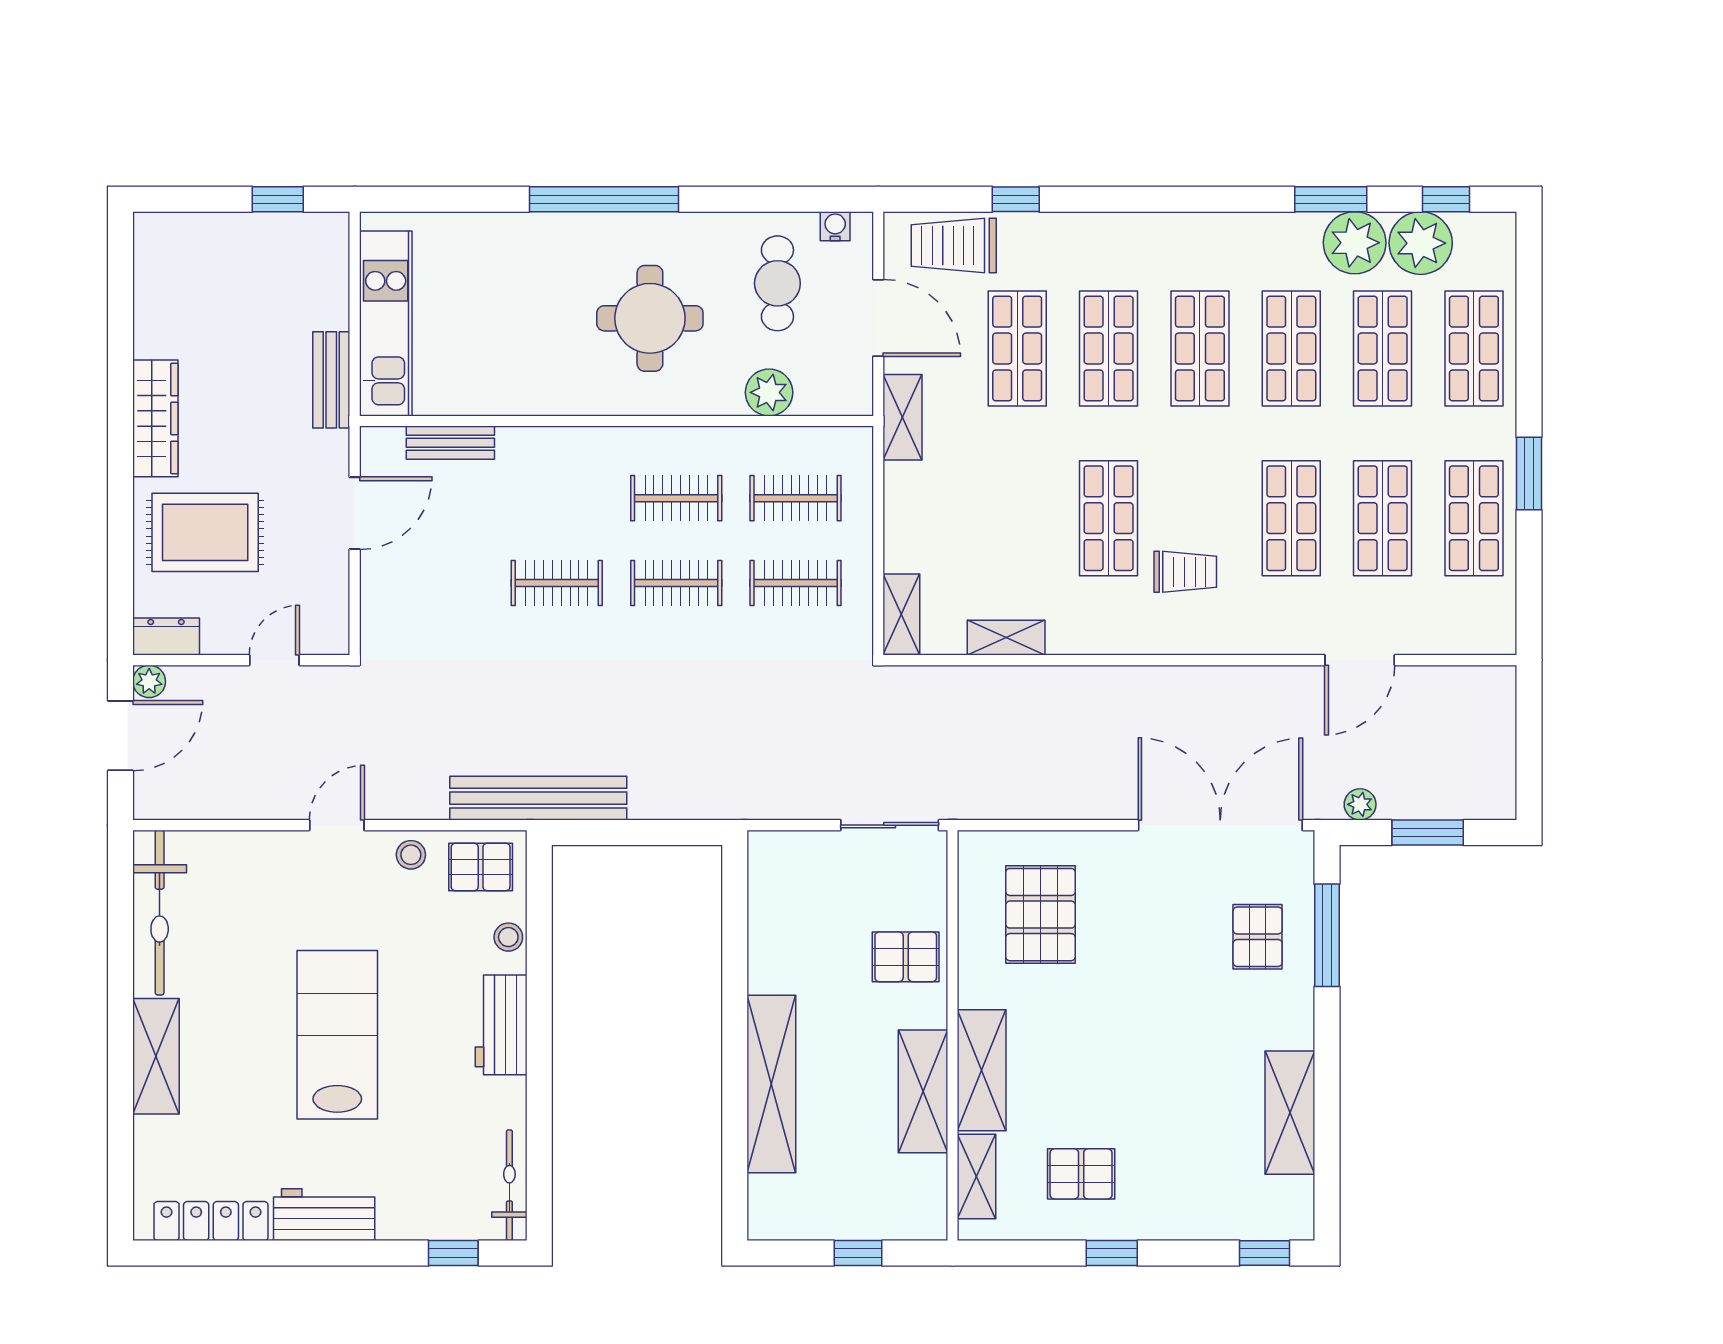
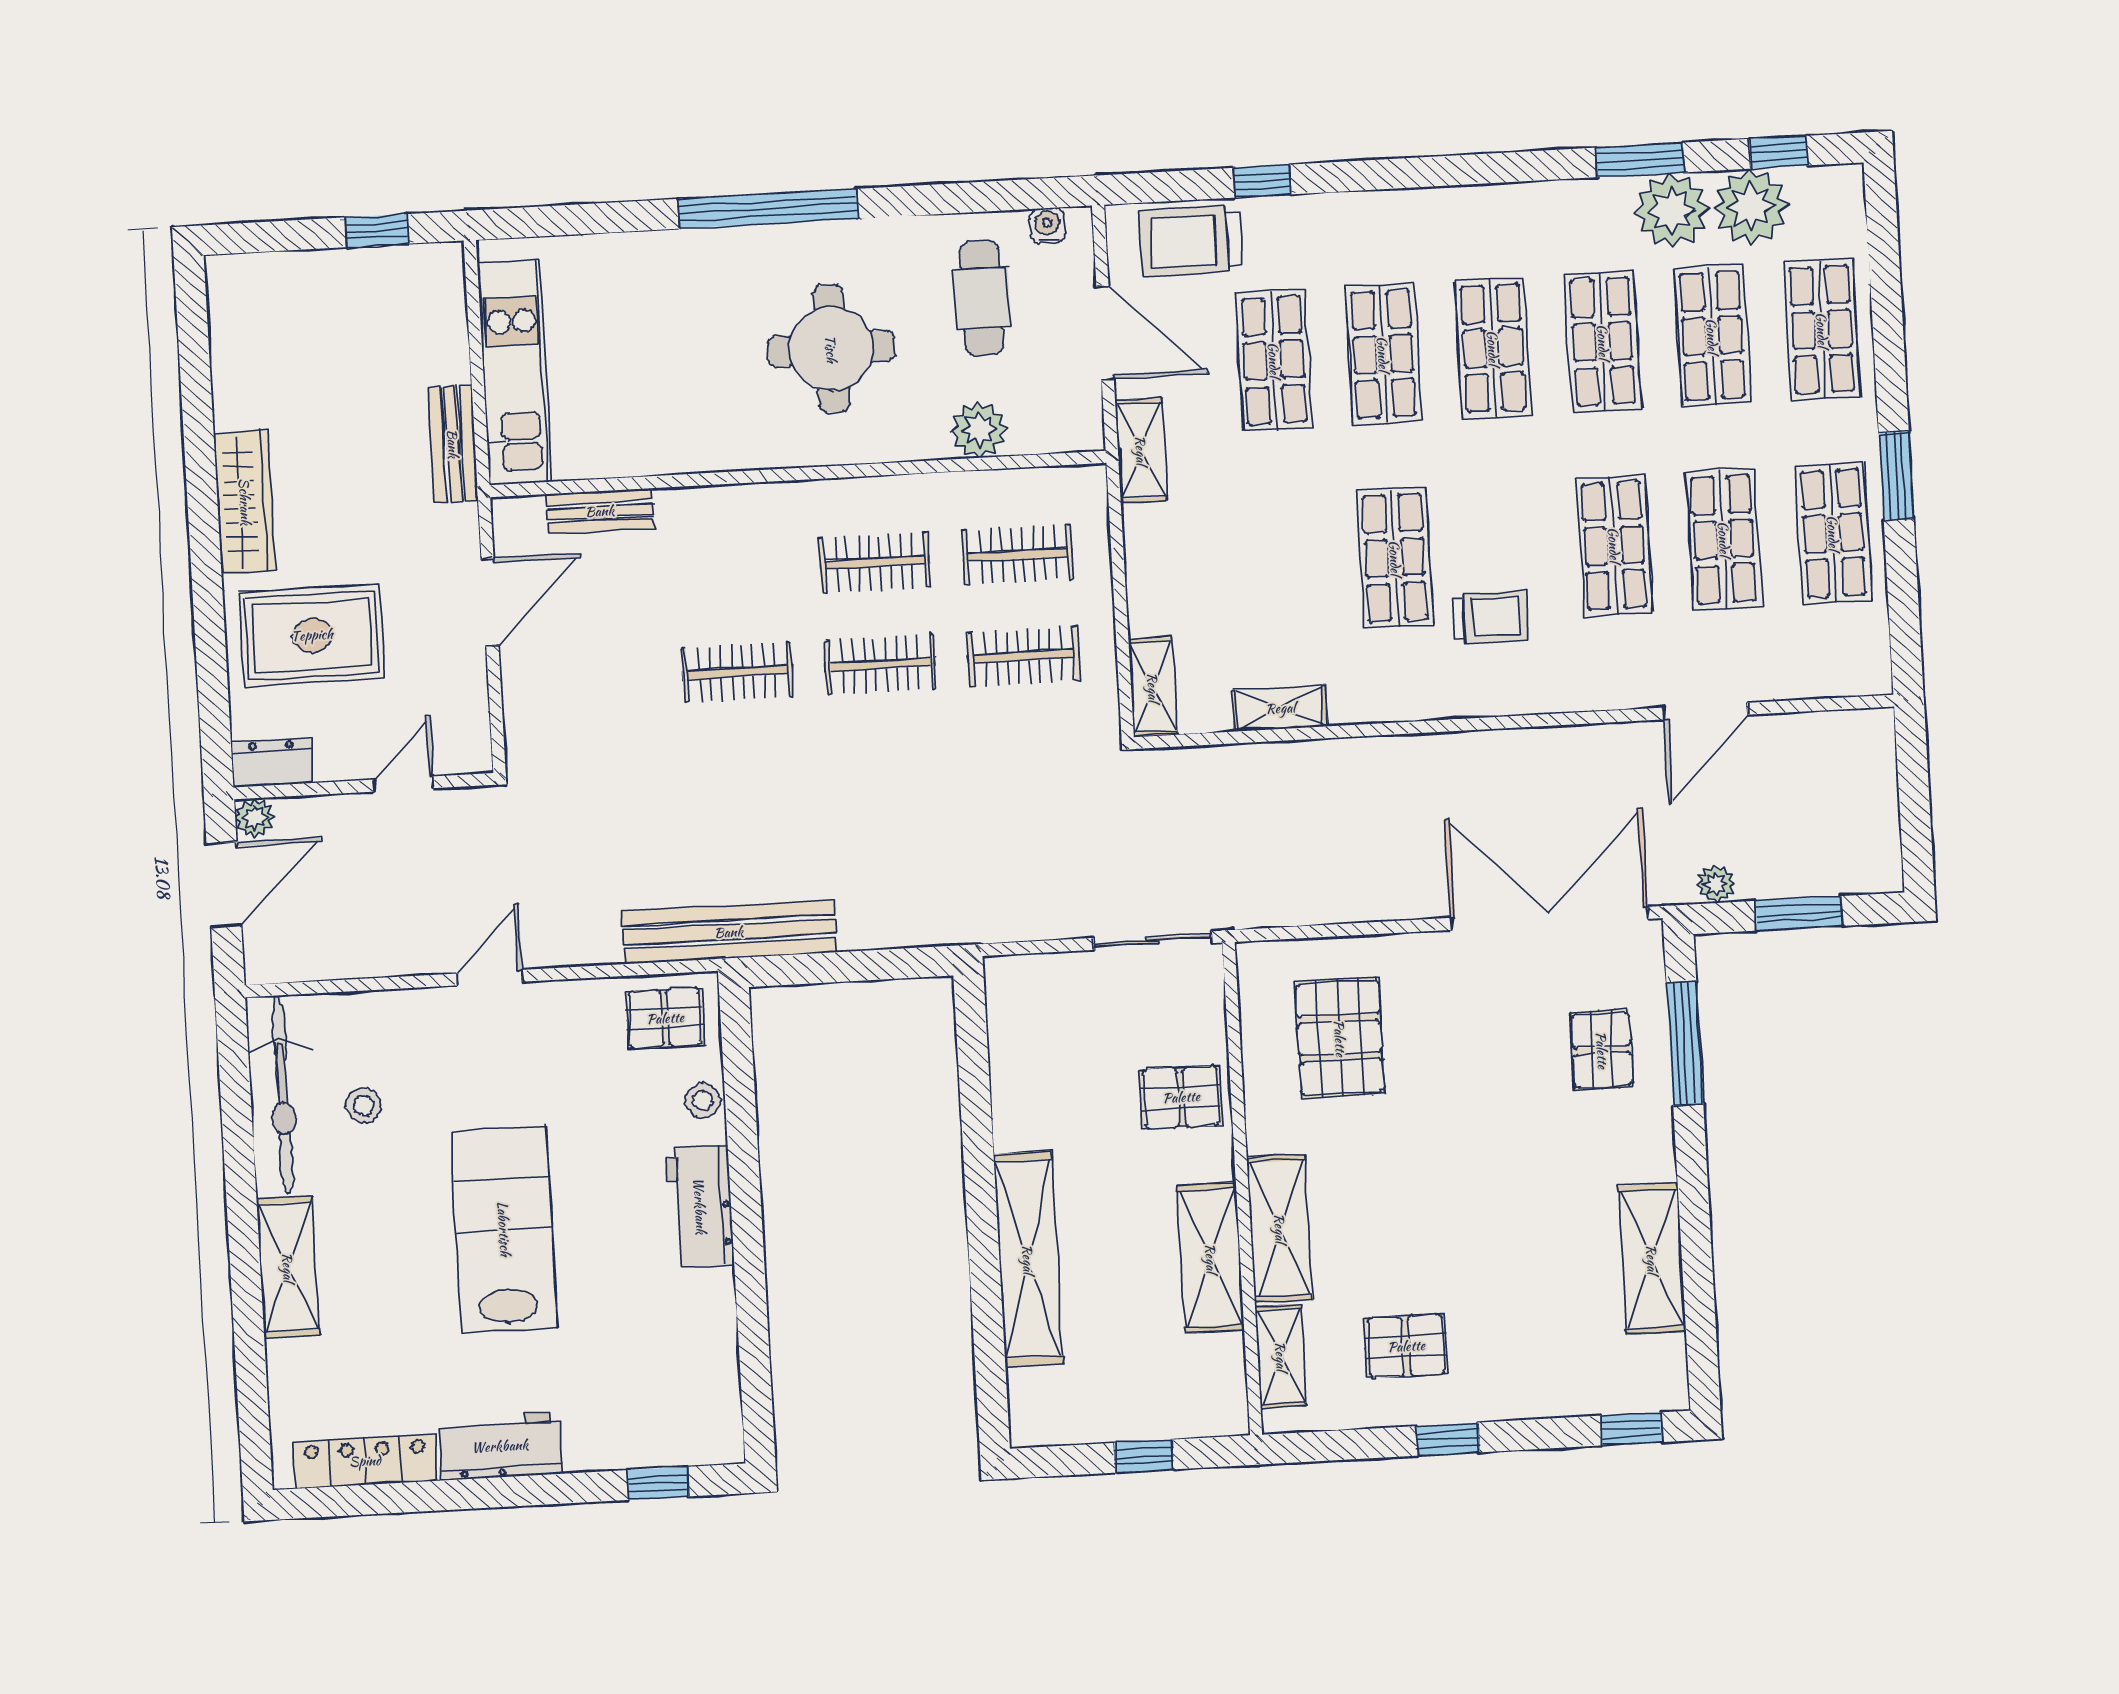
stool: (411, 855) -> (364, 1105), moved
bicycle: (509, 1185) -> (721, 1398), removed

